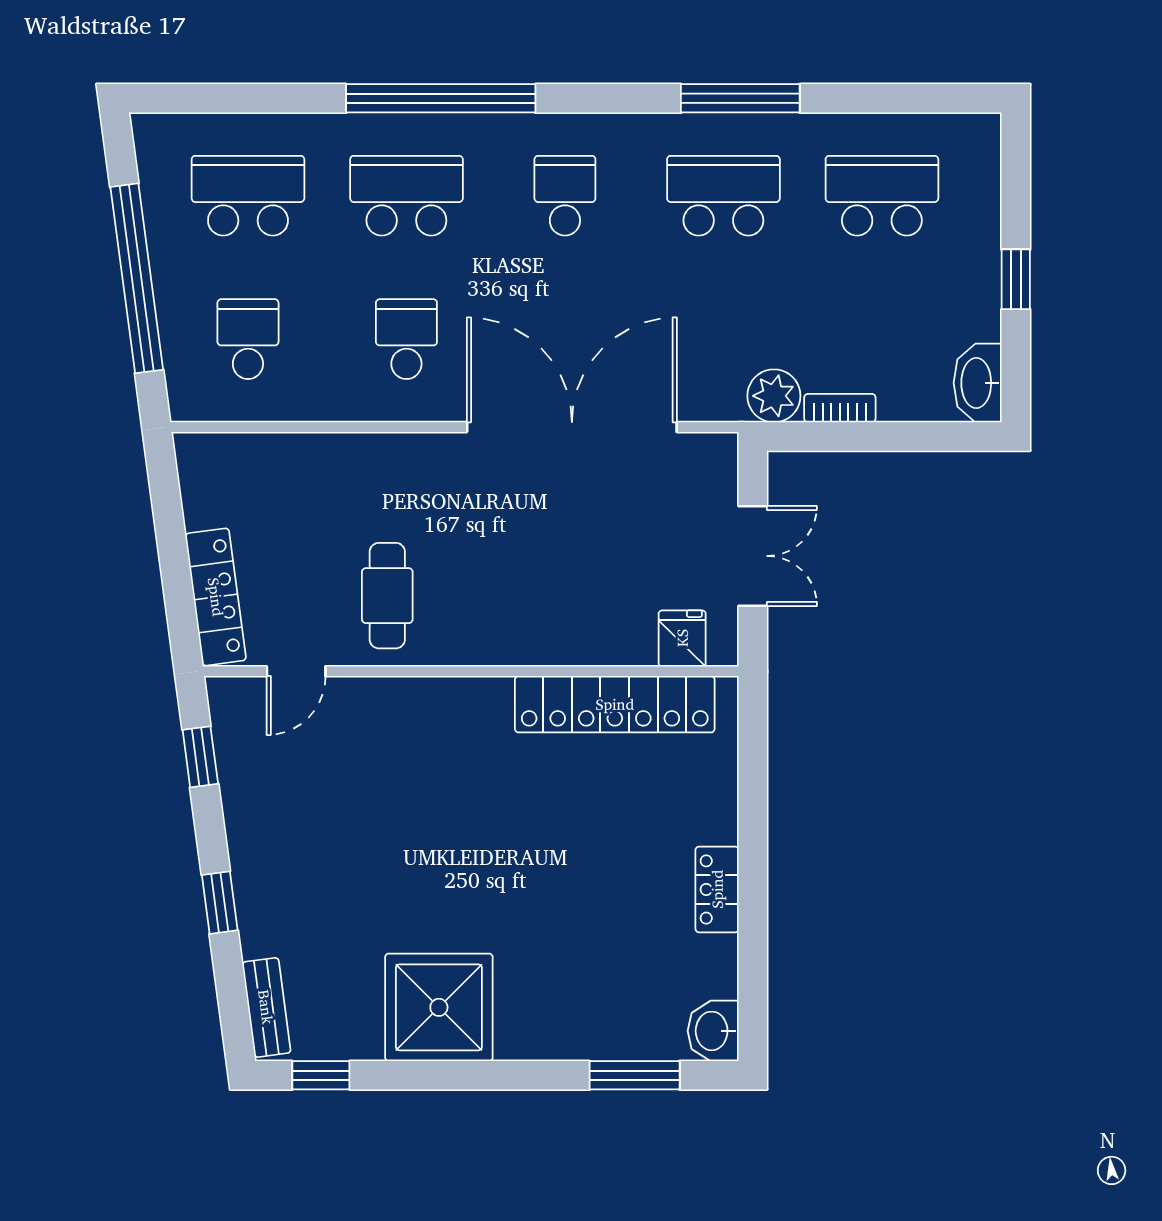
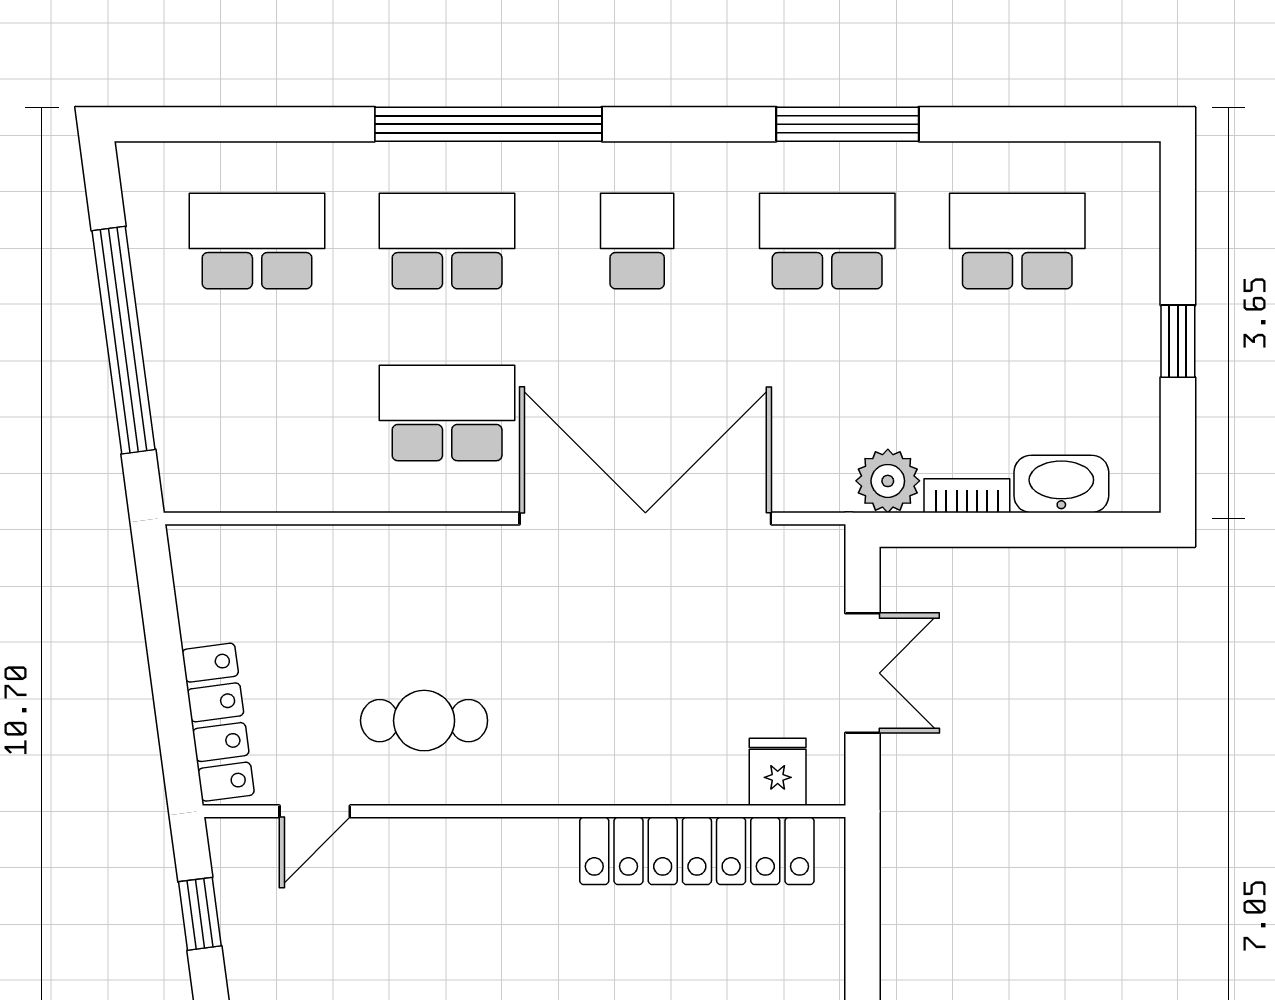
school desk: (248, 339) -> (257, 413), removed
school desk: (406, 339) -> (447, 413), width x1.85
washbasin: (978, 383) -> (1061, 484), moved, turned 90
cafe table: (387, 596) -> (424, 721), turned 90

